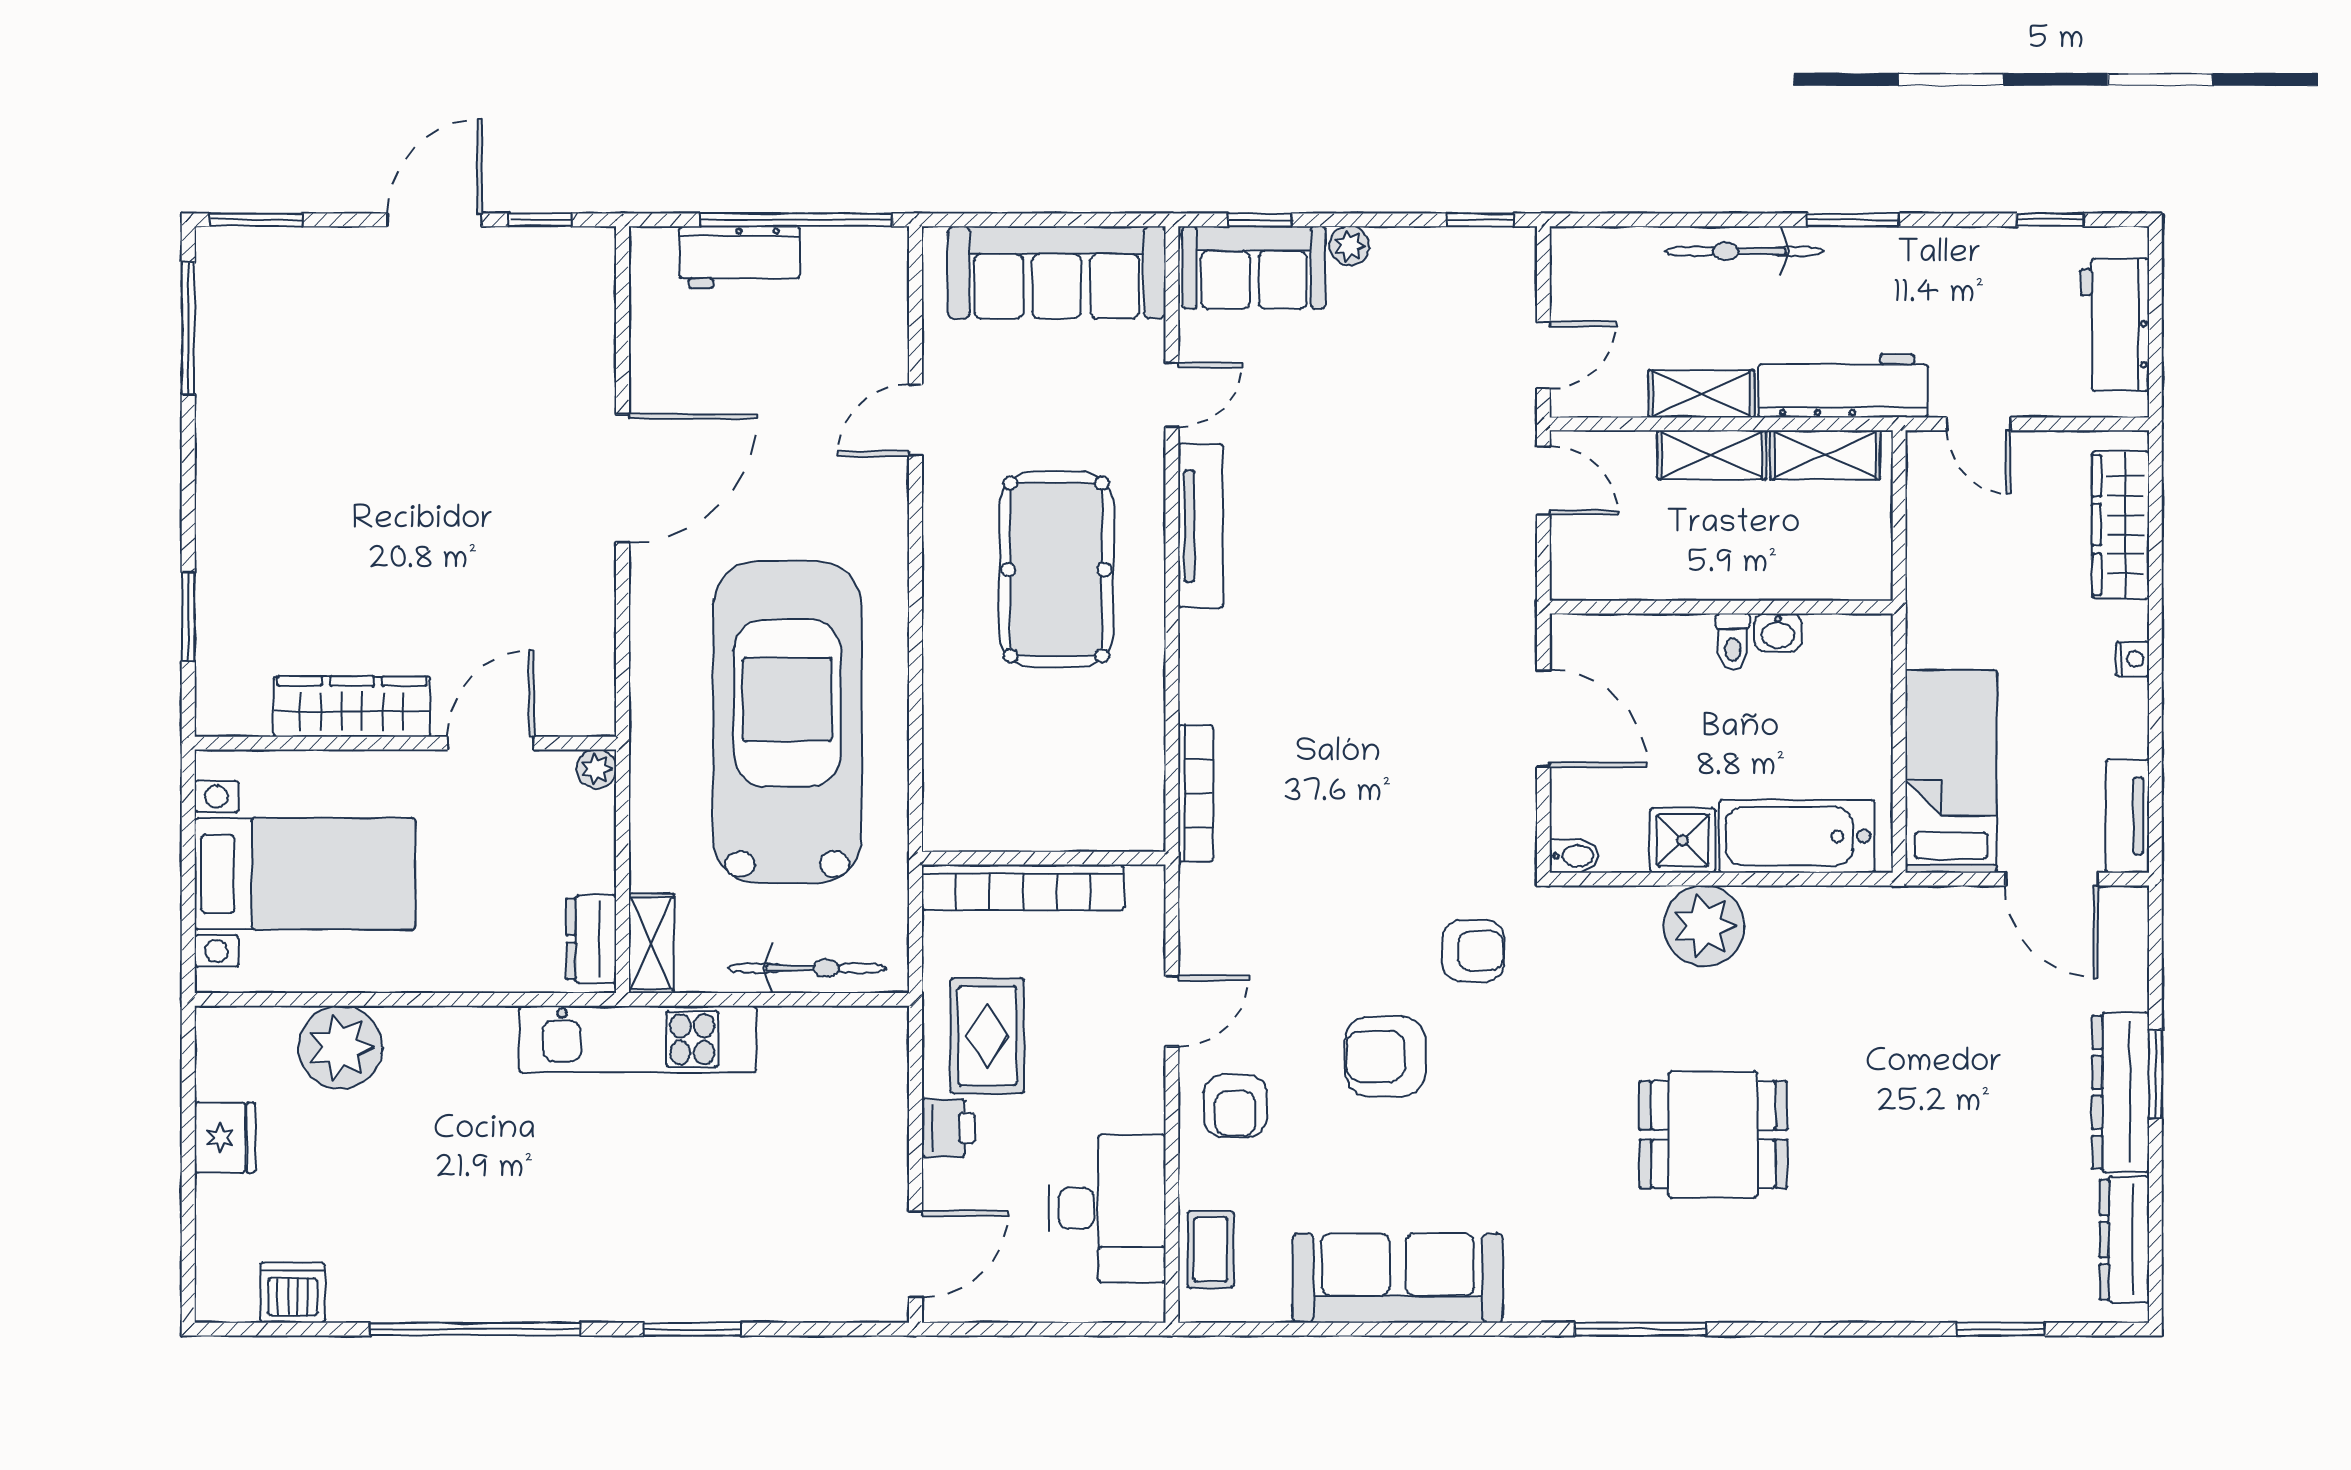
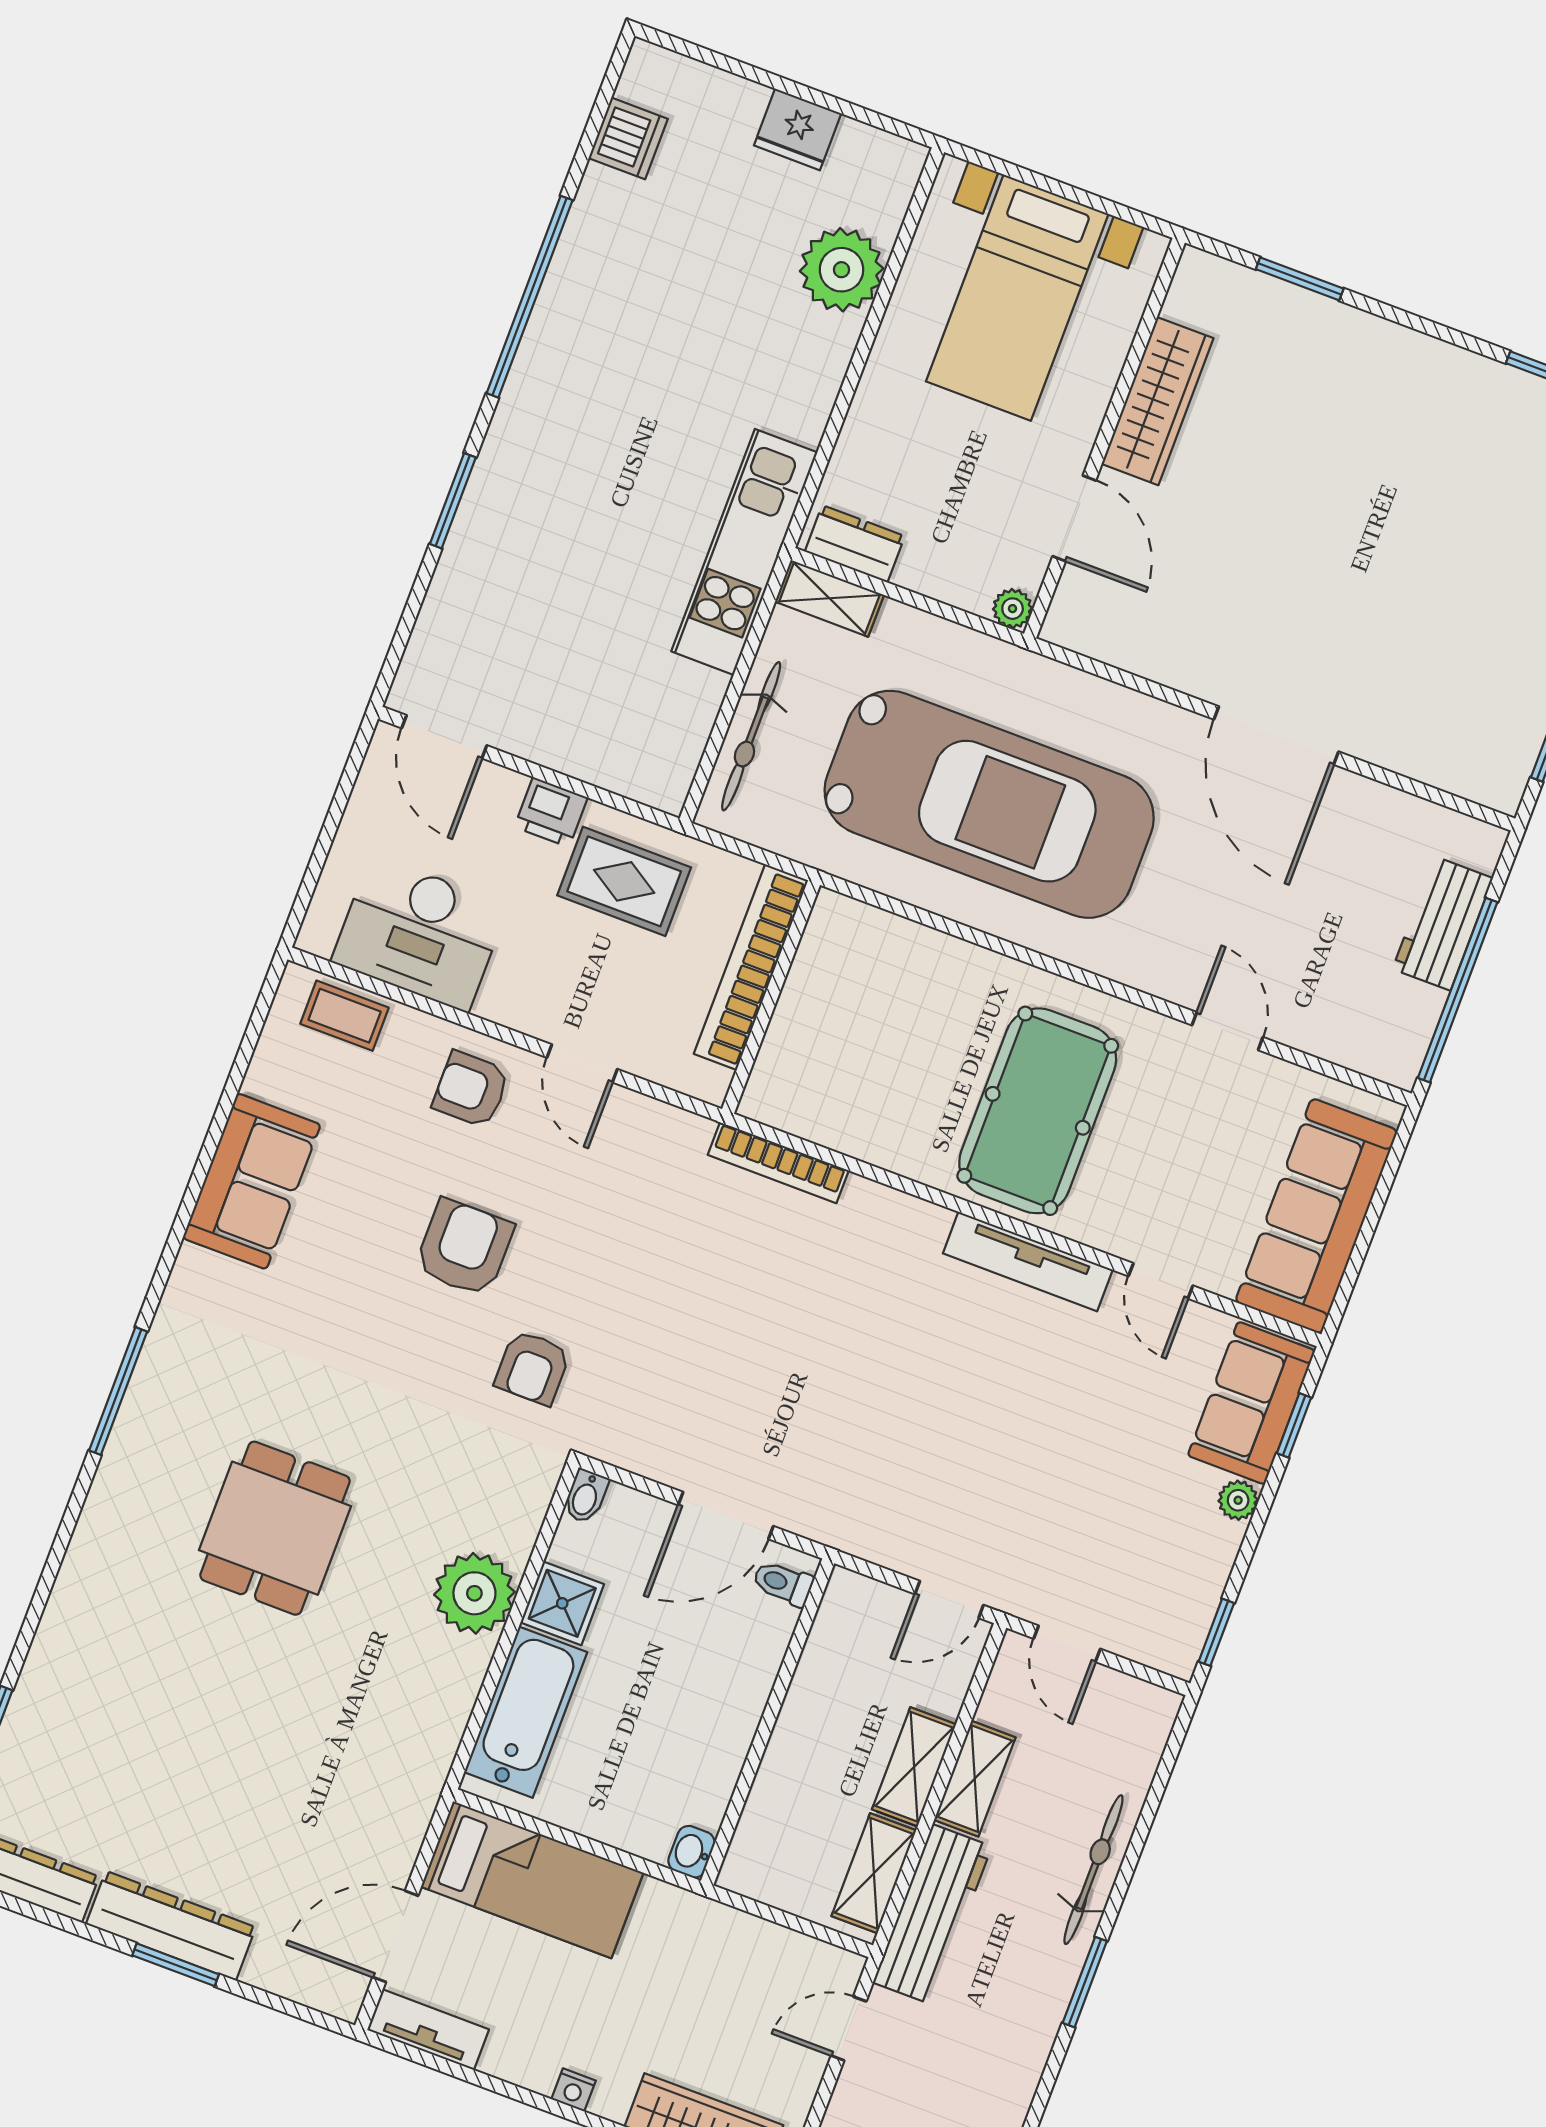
pool table: (1056, 569) -> (1038, 1111), turned 90
washbasin: (1778, 633) -> (692, 1852), moved
toilet: (1733, 641) -> (783, 1583), moved
sofa: (1398, 1278) -> (252, 1181), width x0.73

